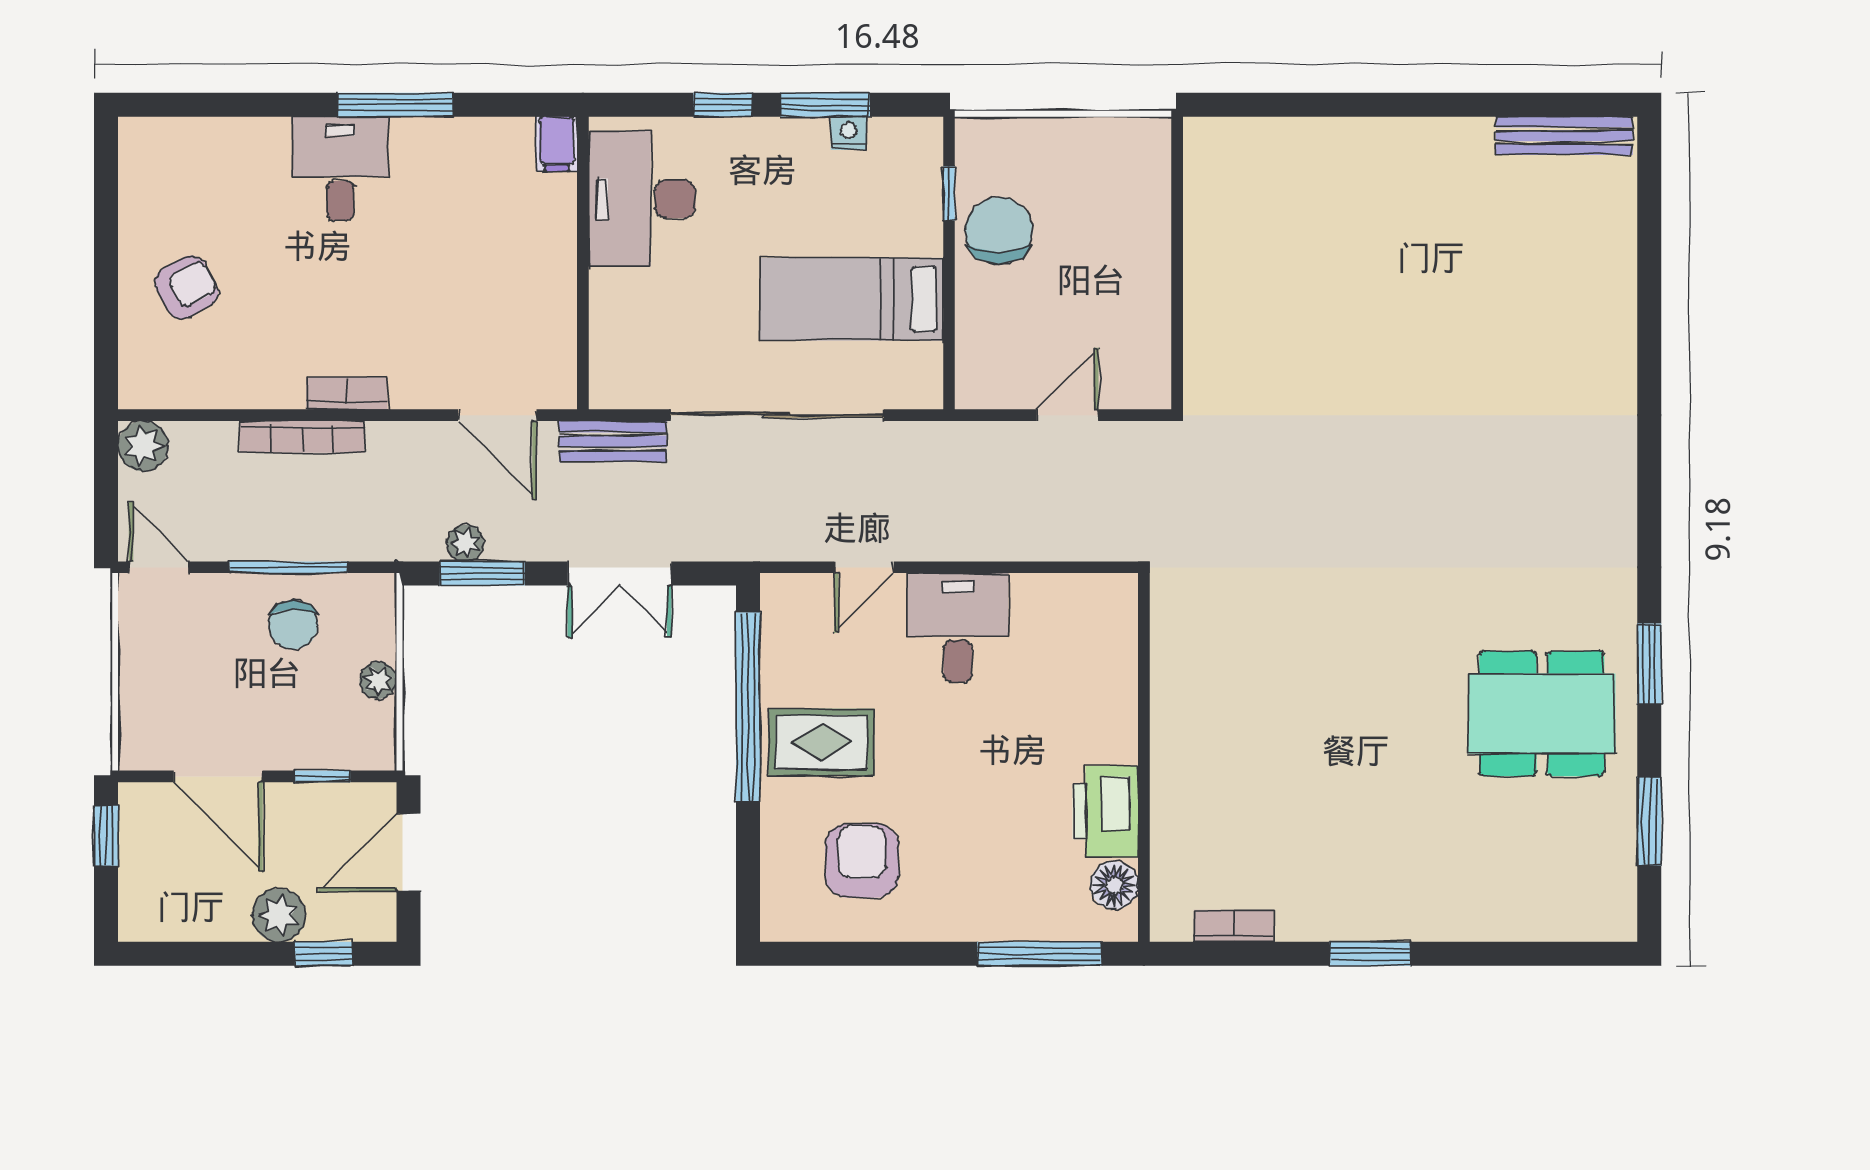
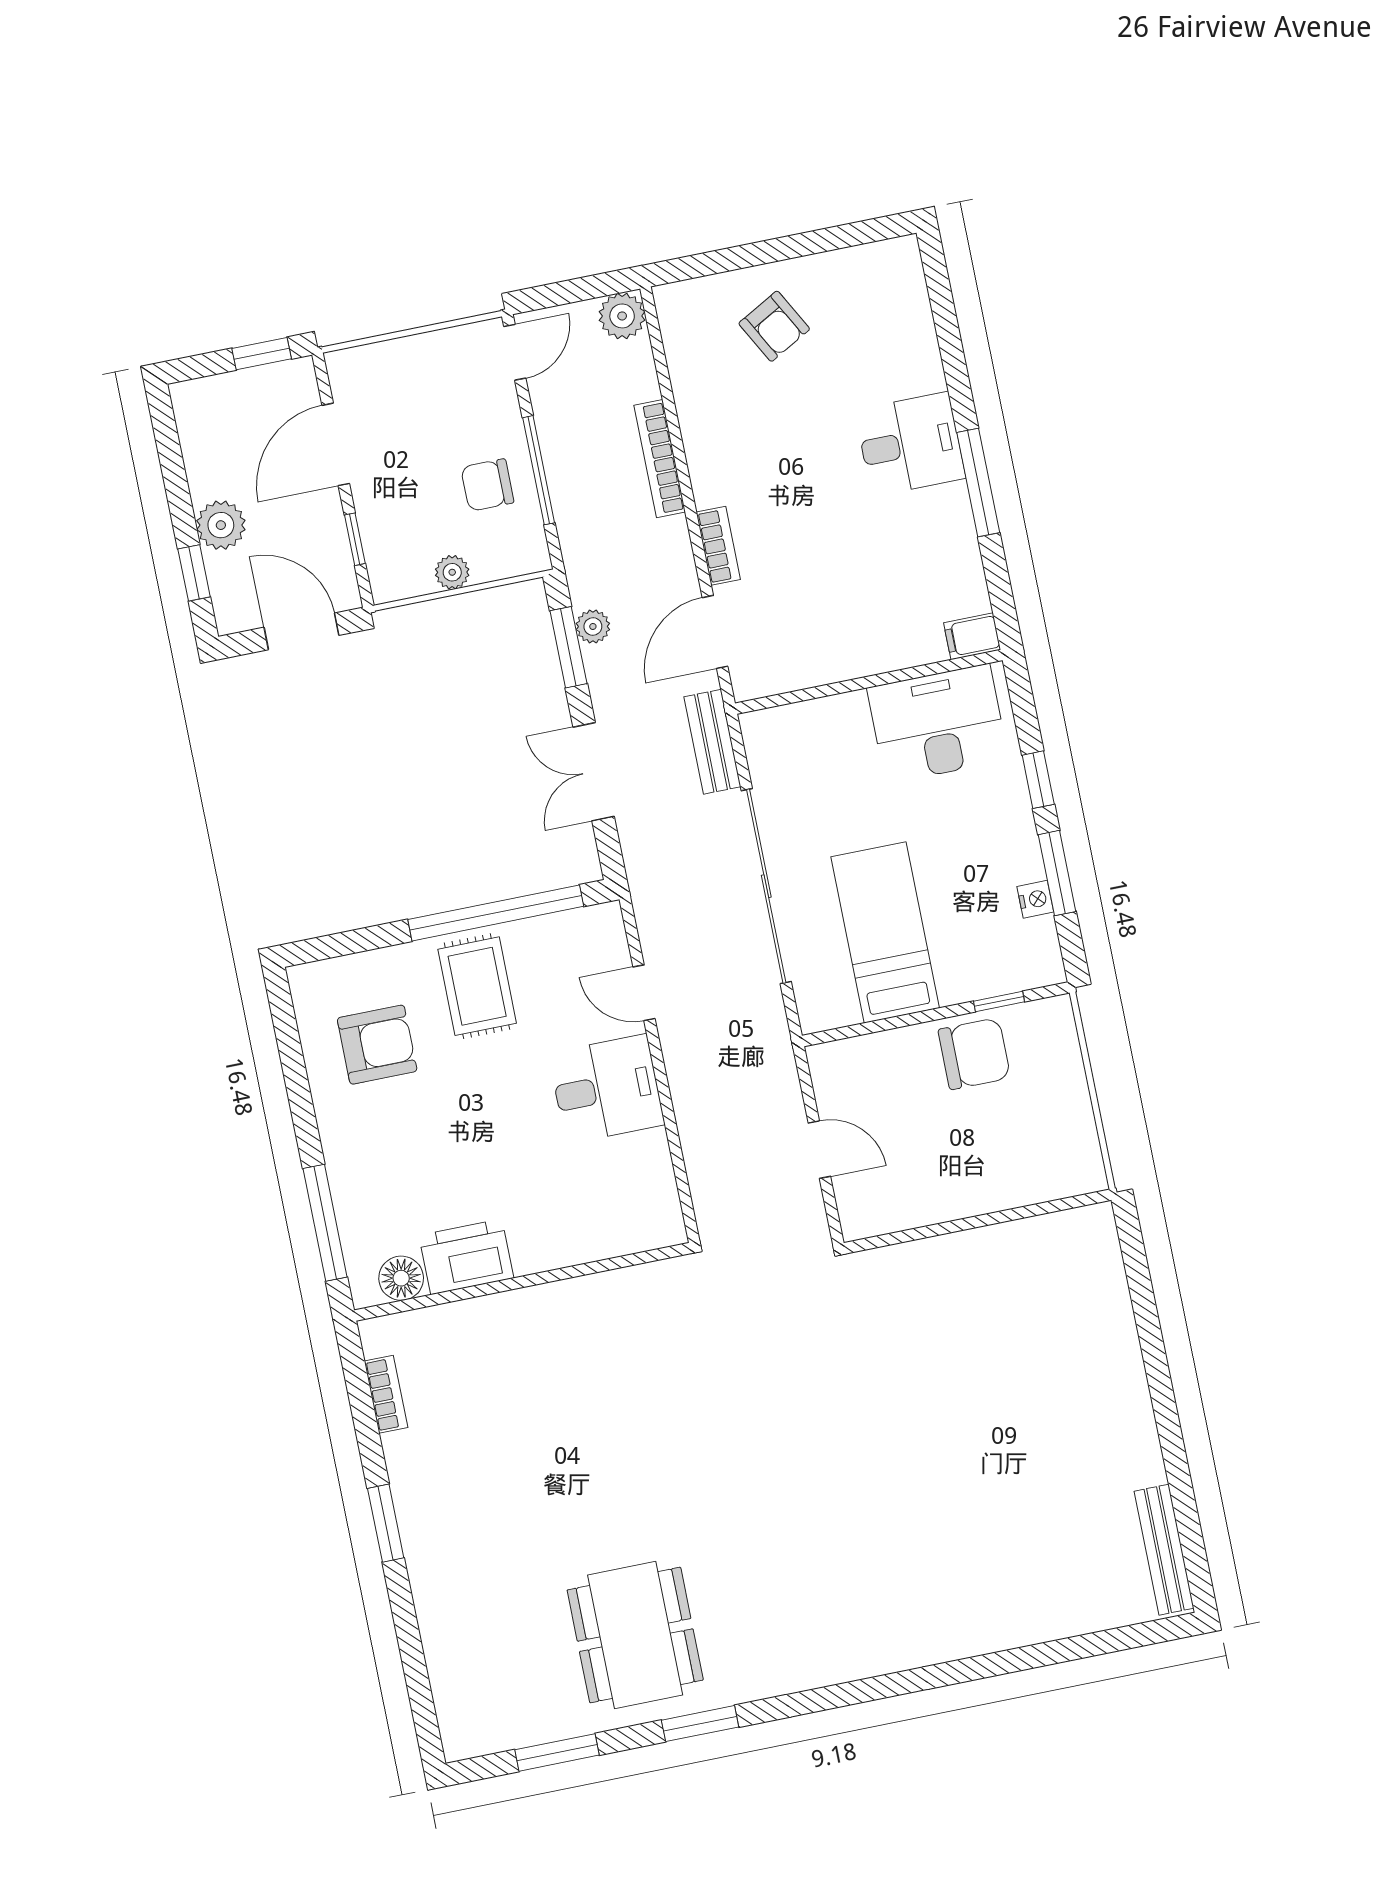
bookcase: (347, 393) -> (718, 546), moved

